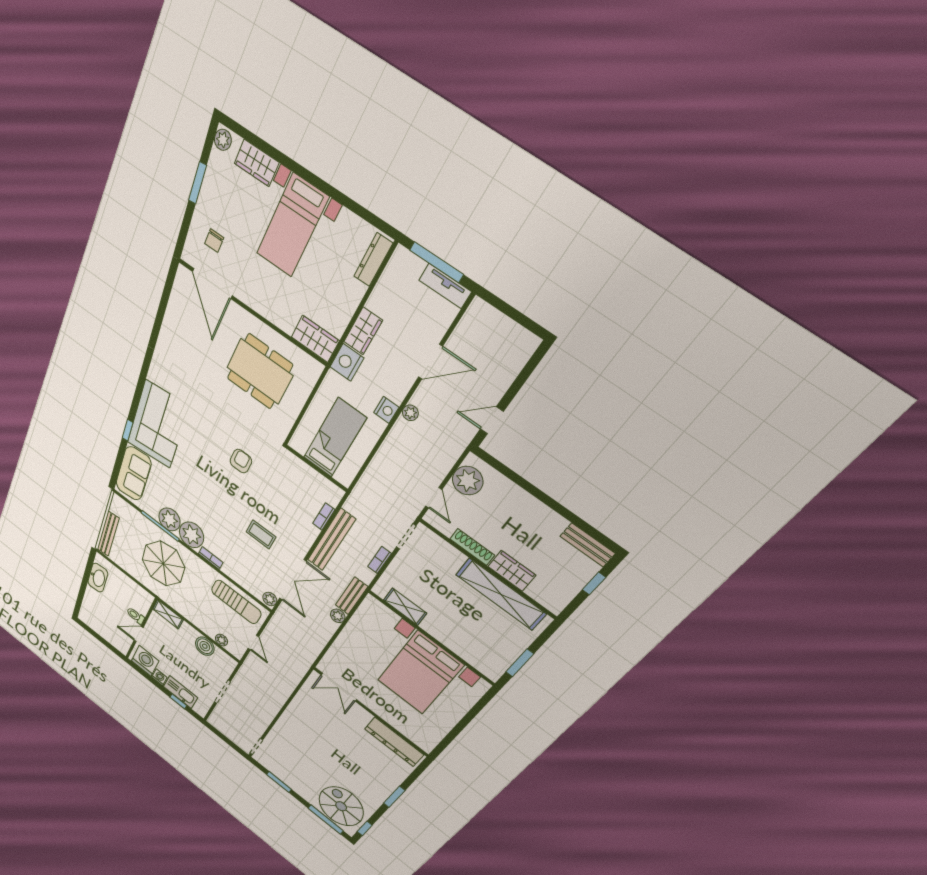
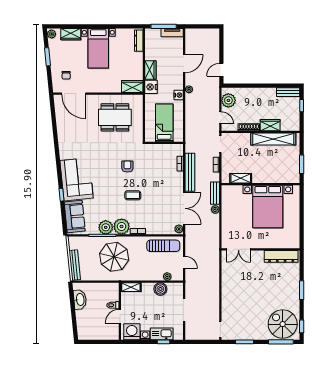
coffee table: (261, 534) -> (133, 195), moved

